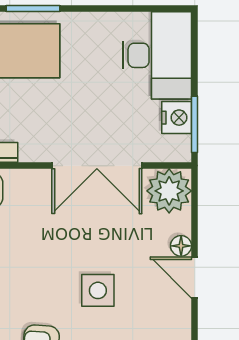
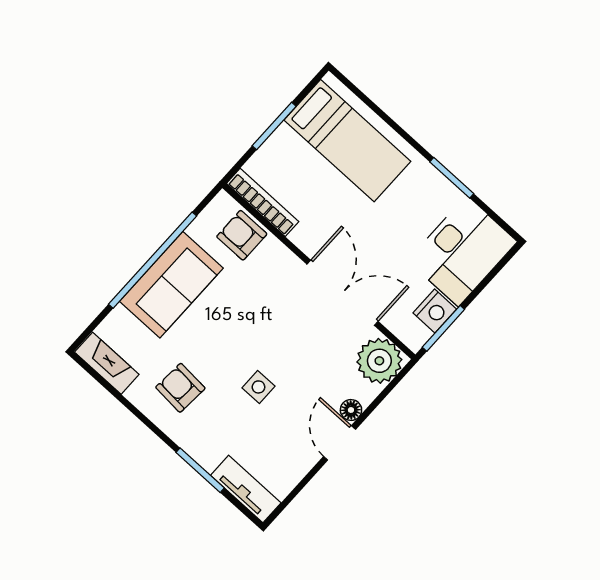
window: (33, 9) -> (452, 178), moved
double door: (97, 166) -> (343, 293), swing flipped
side table: (98, 290) -> (258, 387), width x0.73, depth x0.73

